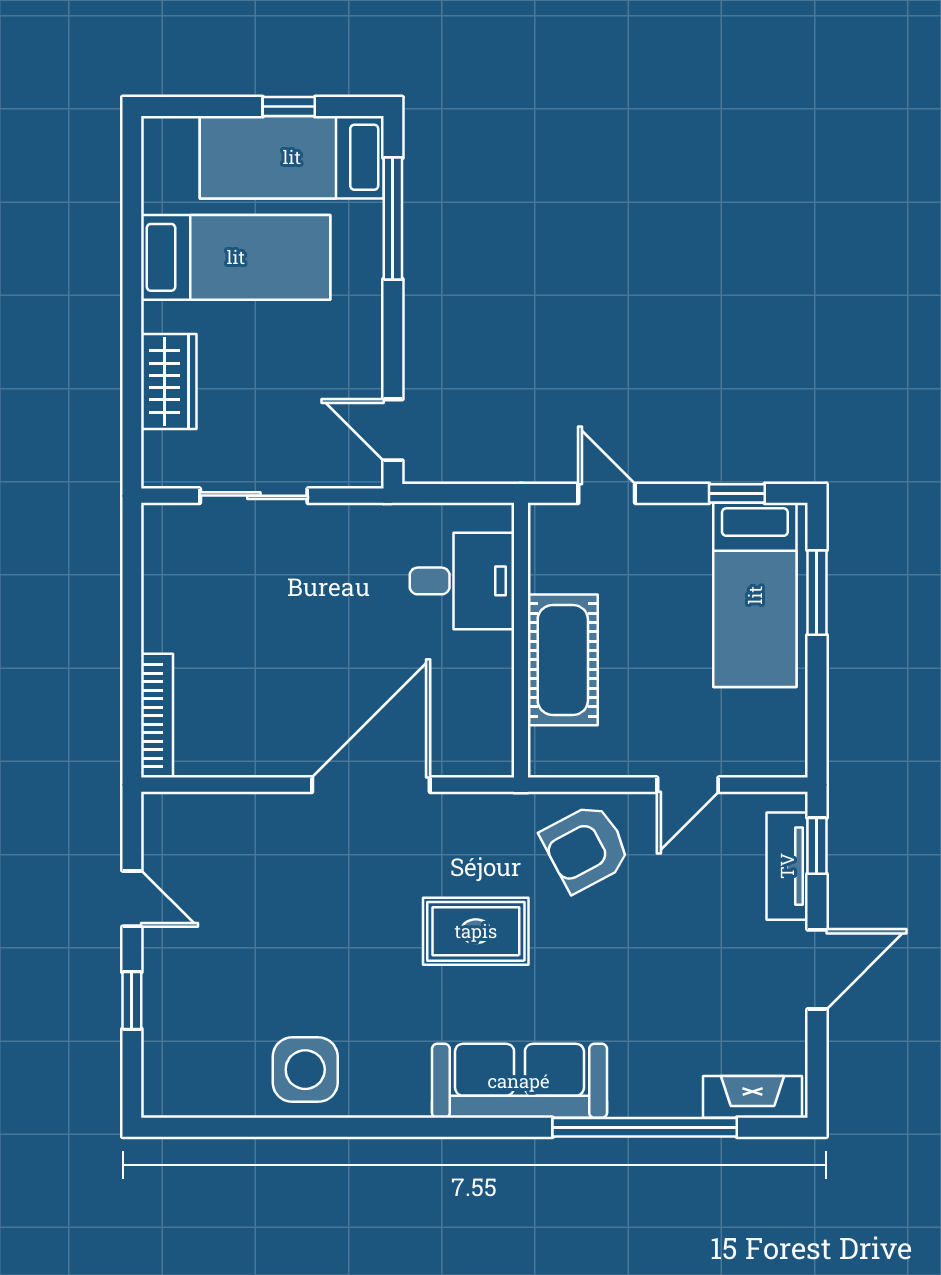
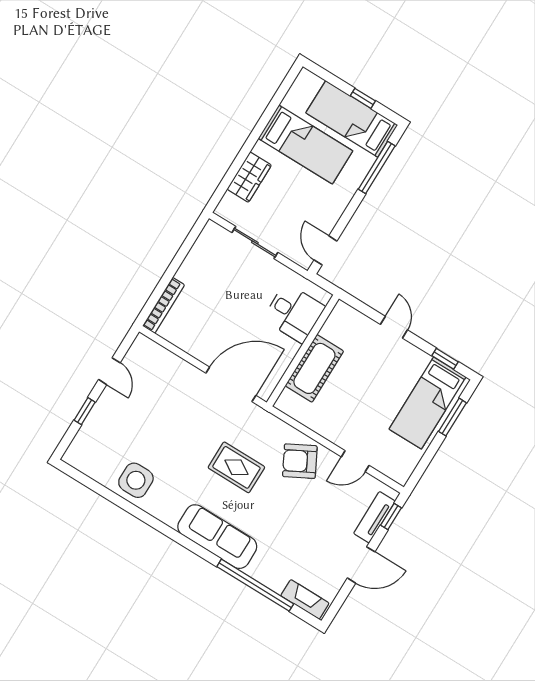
desk: (462, 581) -> (294, 313), moved
wall: (521, 640) -> (303, 350), moved
cot: (563, 660) -> (314, 368), moved

